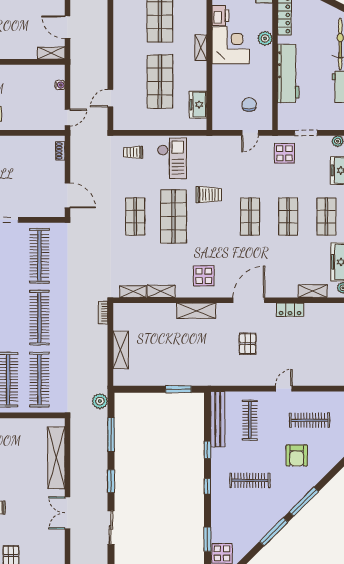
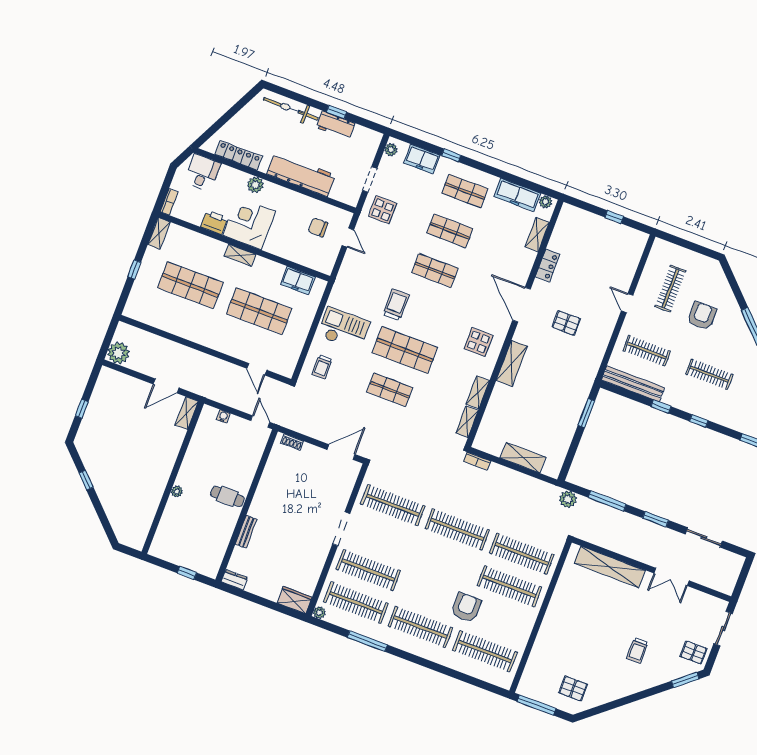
armchair: (297, 455) -> (702, 316), turned -90
clothes rail: (250, 480) -> (709, 374), turned 90

